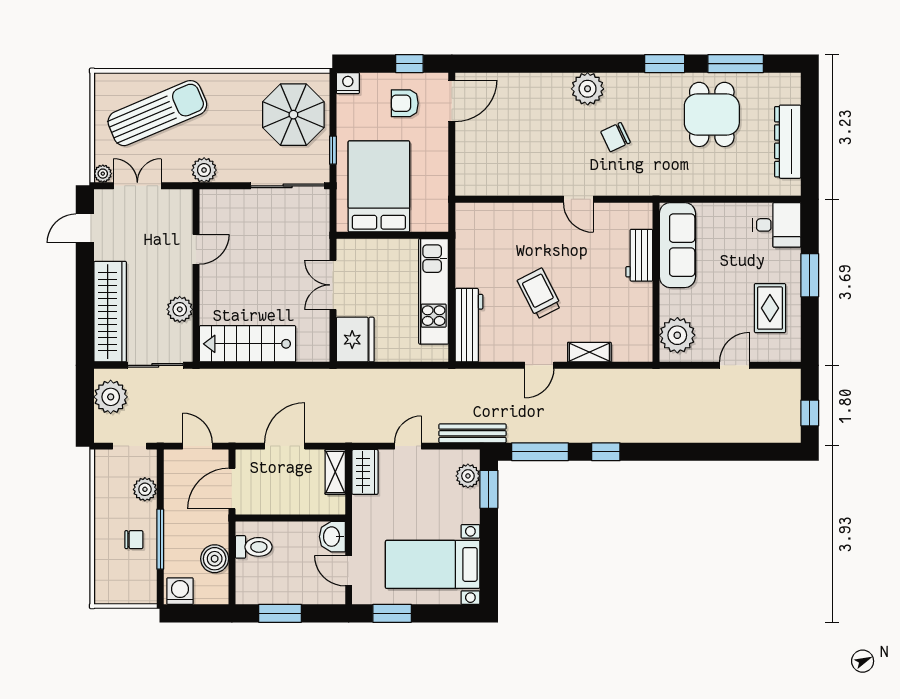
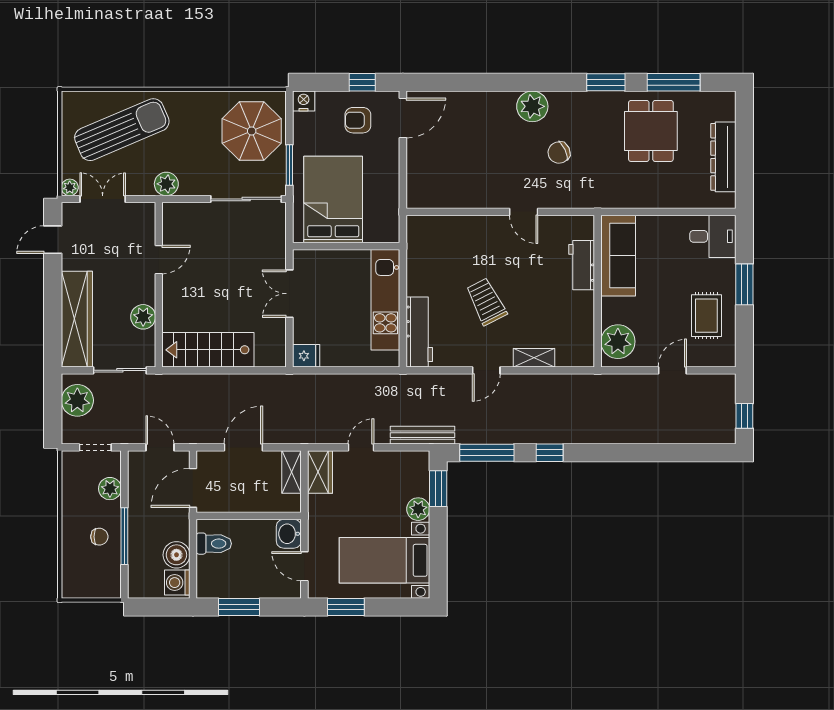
window: (333, 150) -> (289, 165), width x1.50
fridge: (355, 340) -> (306, 356), width x0.53, depth x0.75
plant: (468, 476) -> (418, 509), moved
washing machine: (180, 591) -> (177, 583), moved, turned -90

